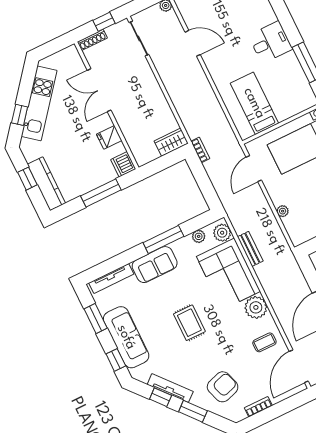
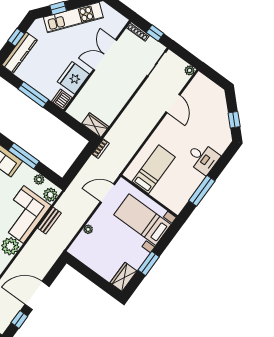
fridge: (109, 137) -> (73, 78), width x1.88, depth x1.34

